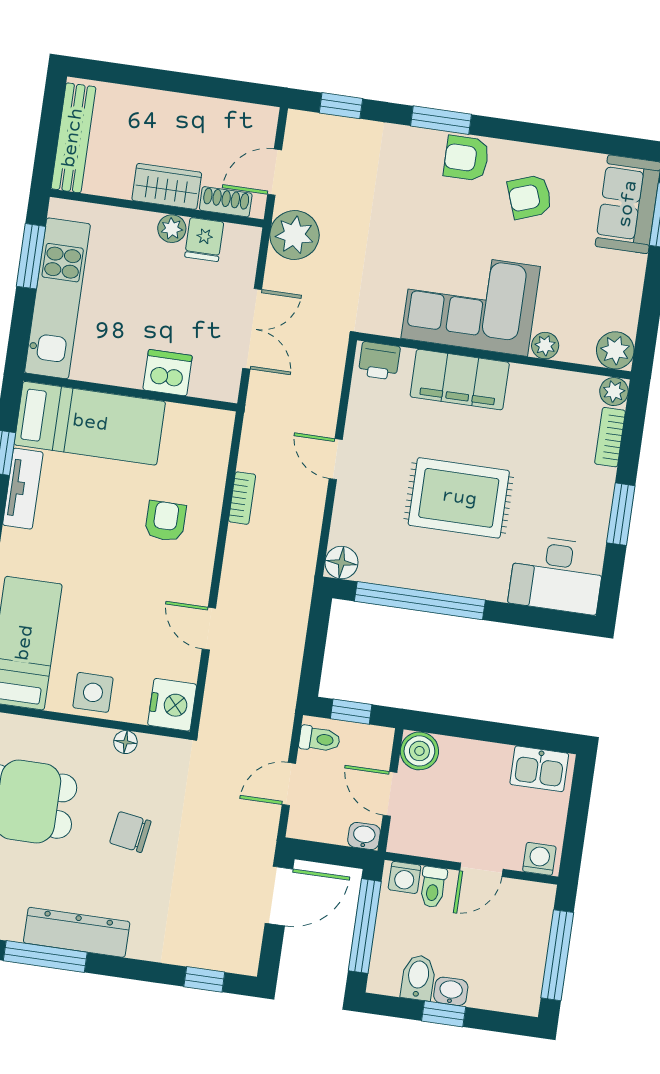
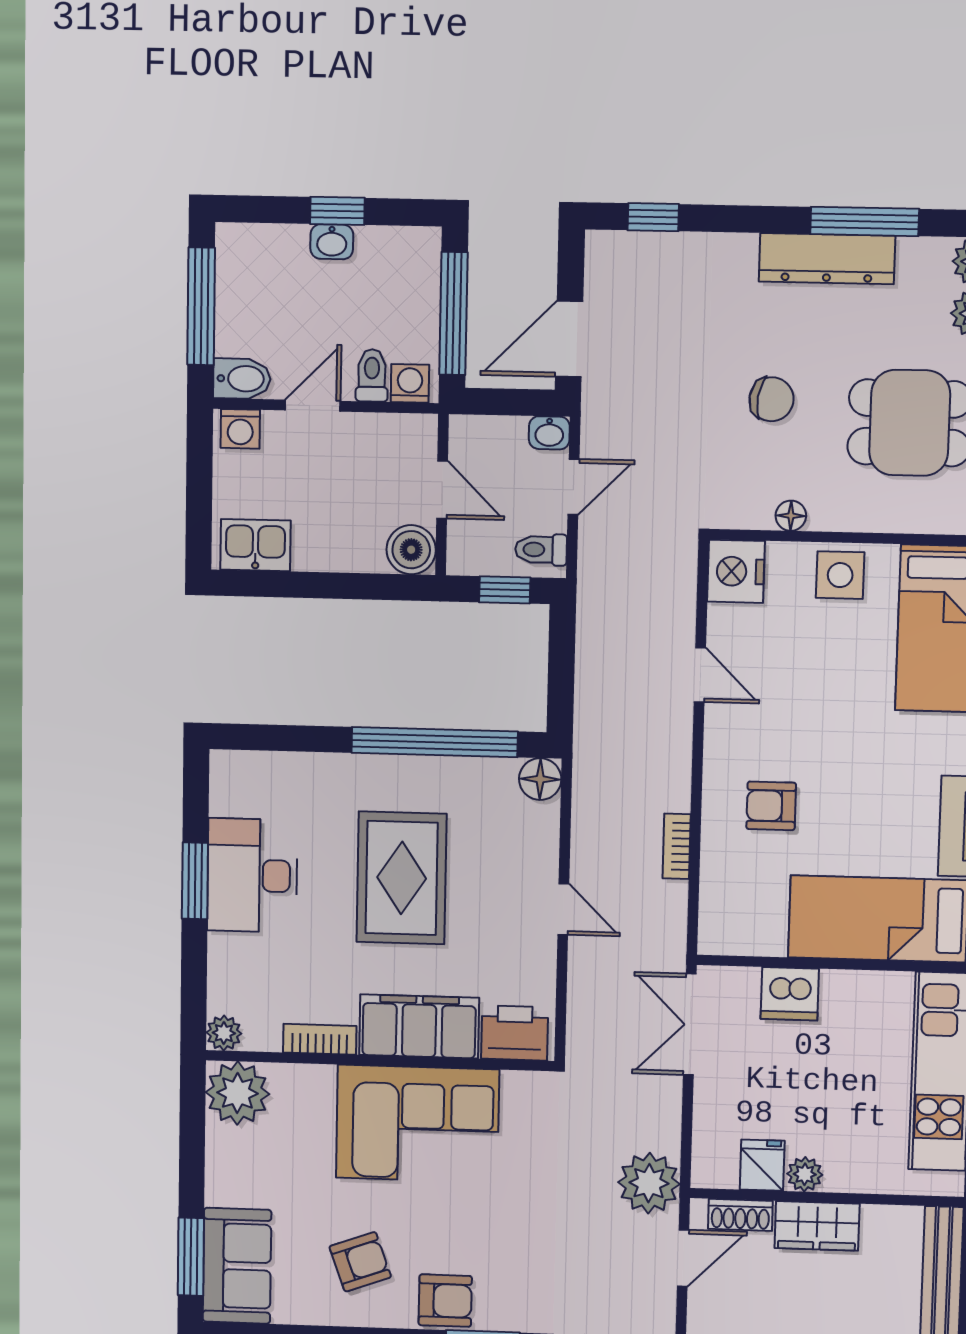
double door: (252, 329) -> (690, 1024), moved
plant: (545, 346) -> (317, 1080), removed
plant: (615, 350) -> (237, 1093), width x1.36, depth x1.36
printer: (379, 361) -> (515, 1033), width x1.36, depth x1.24
bookcase: (610, 437) -> (320, 1039), moved, turned -90
rug: (459, 498) -> (402, 878), turned 90
armchair: (166, 521) -> (771, 806), turned 90
desk: (557, 575) -> (252, 875), moved, turned -90
washbasin: (364, 836) -> (549, 433), moved
bidet: (418, 978) -> (242, 379), moved, turned -90

